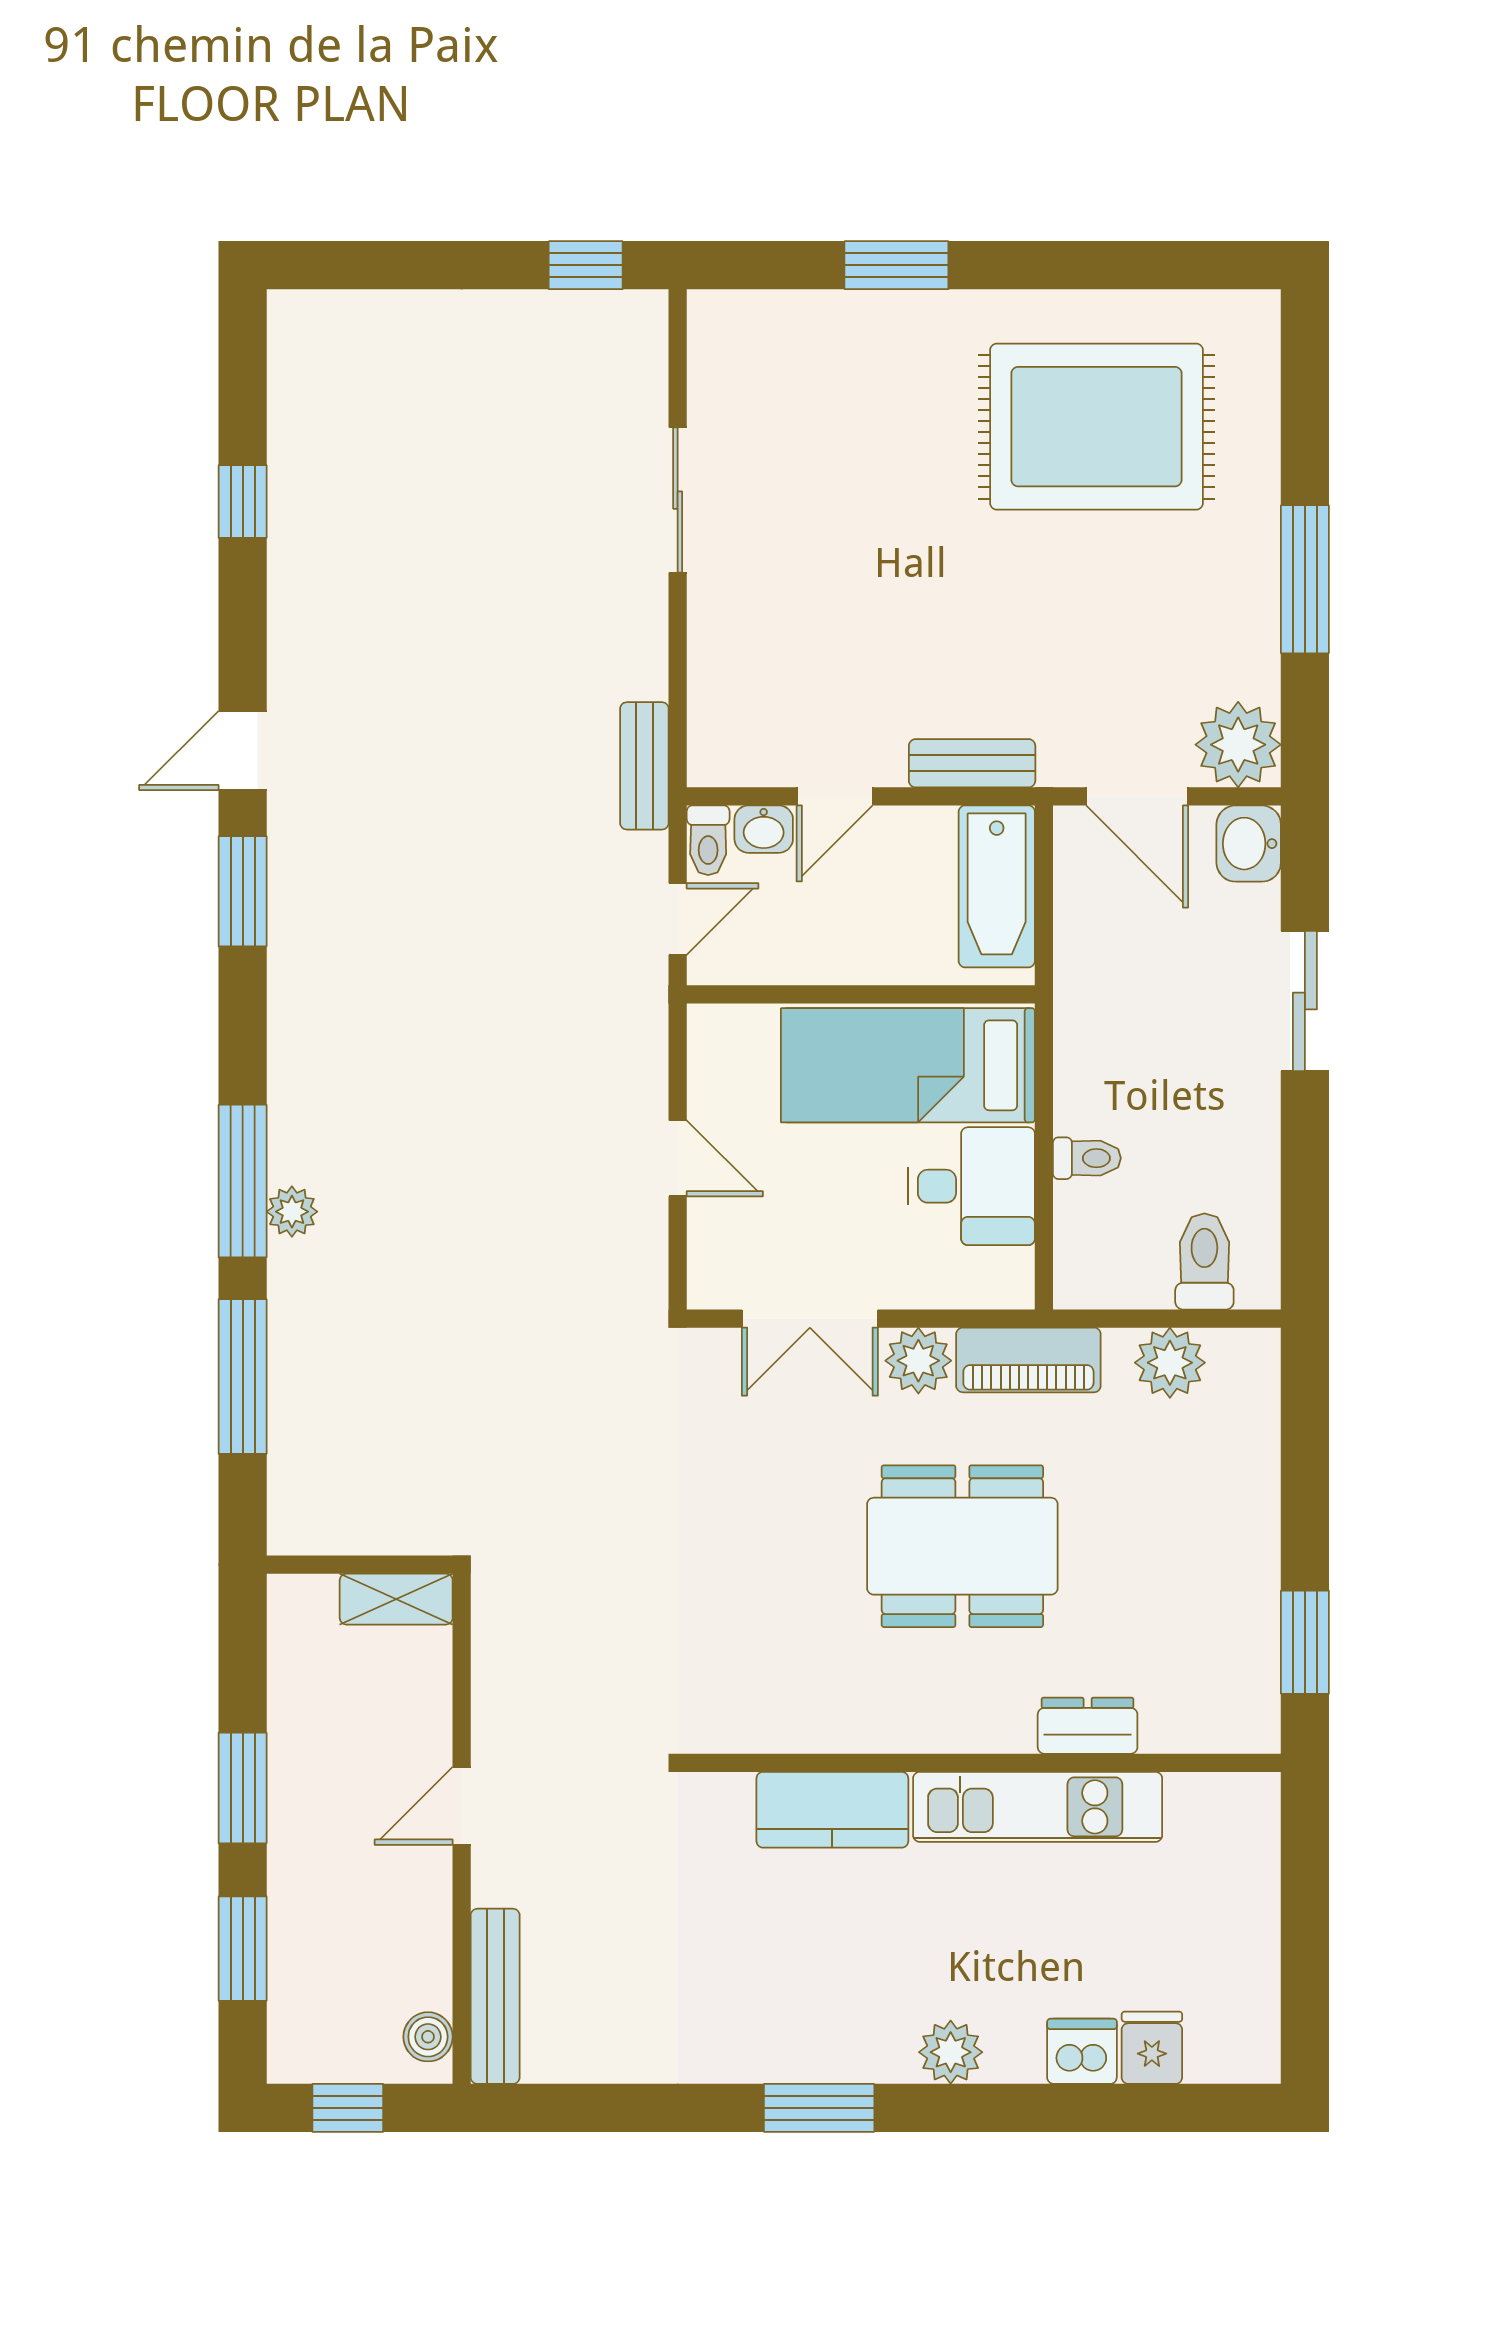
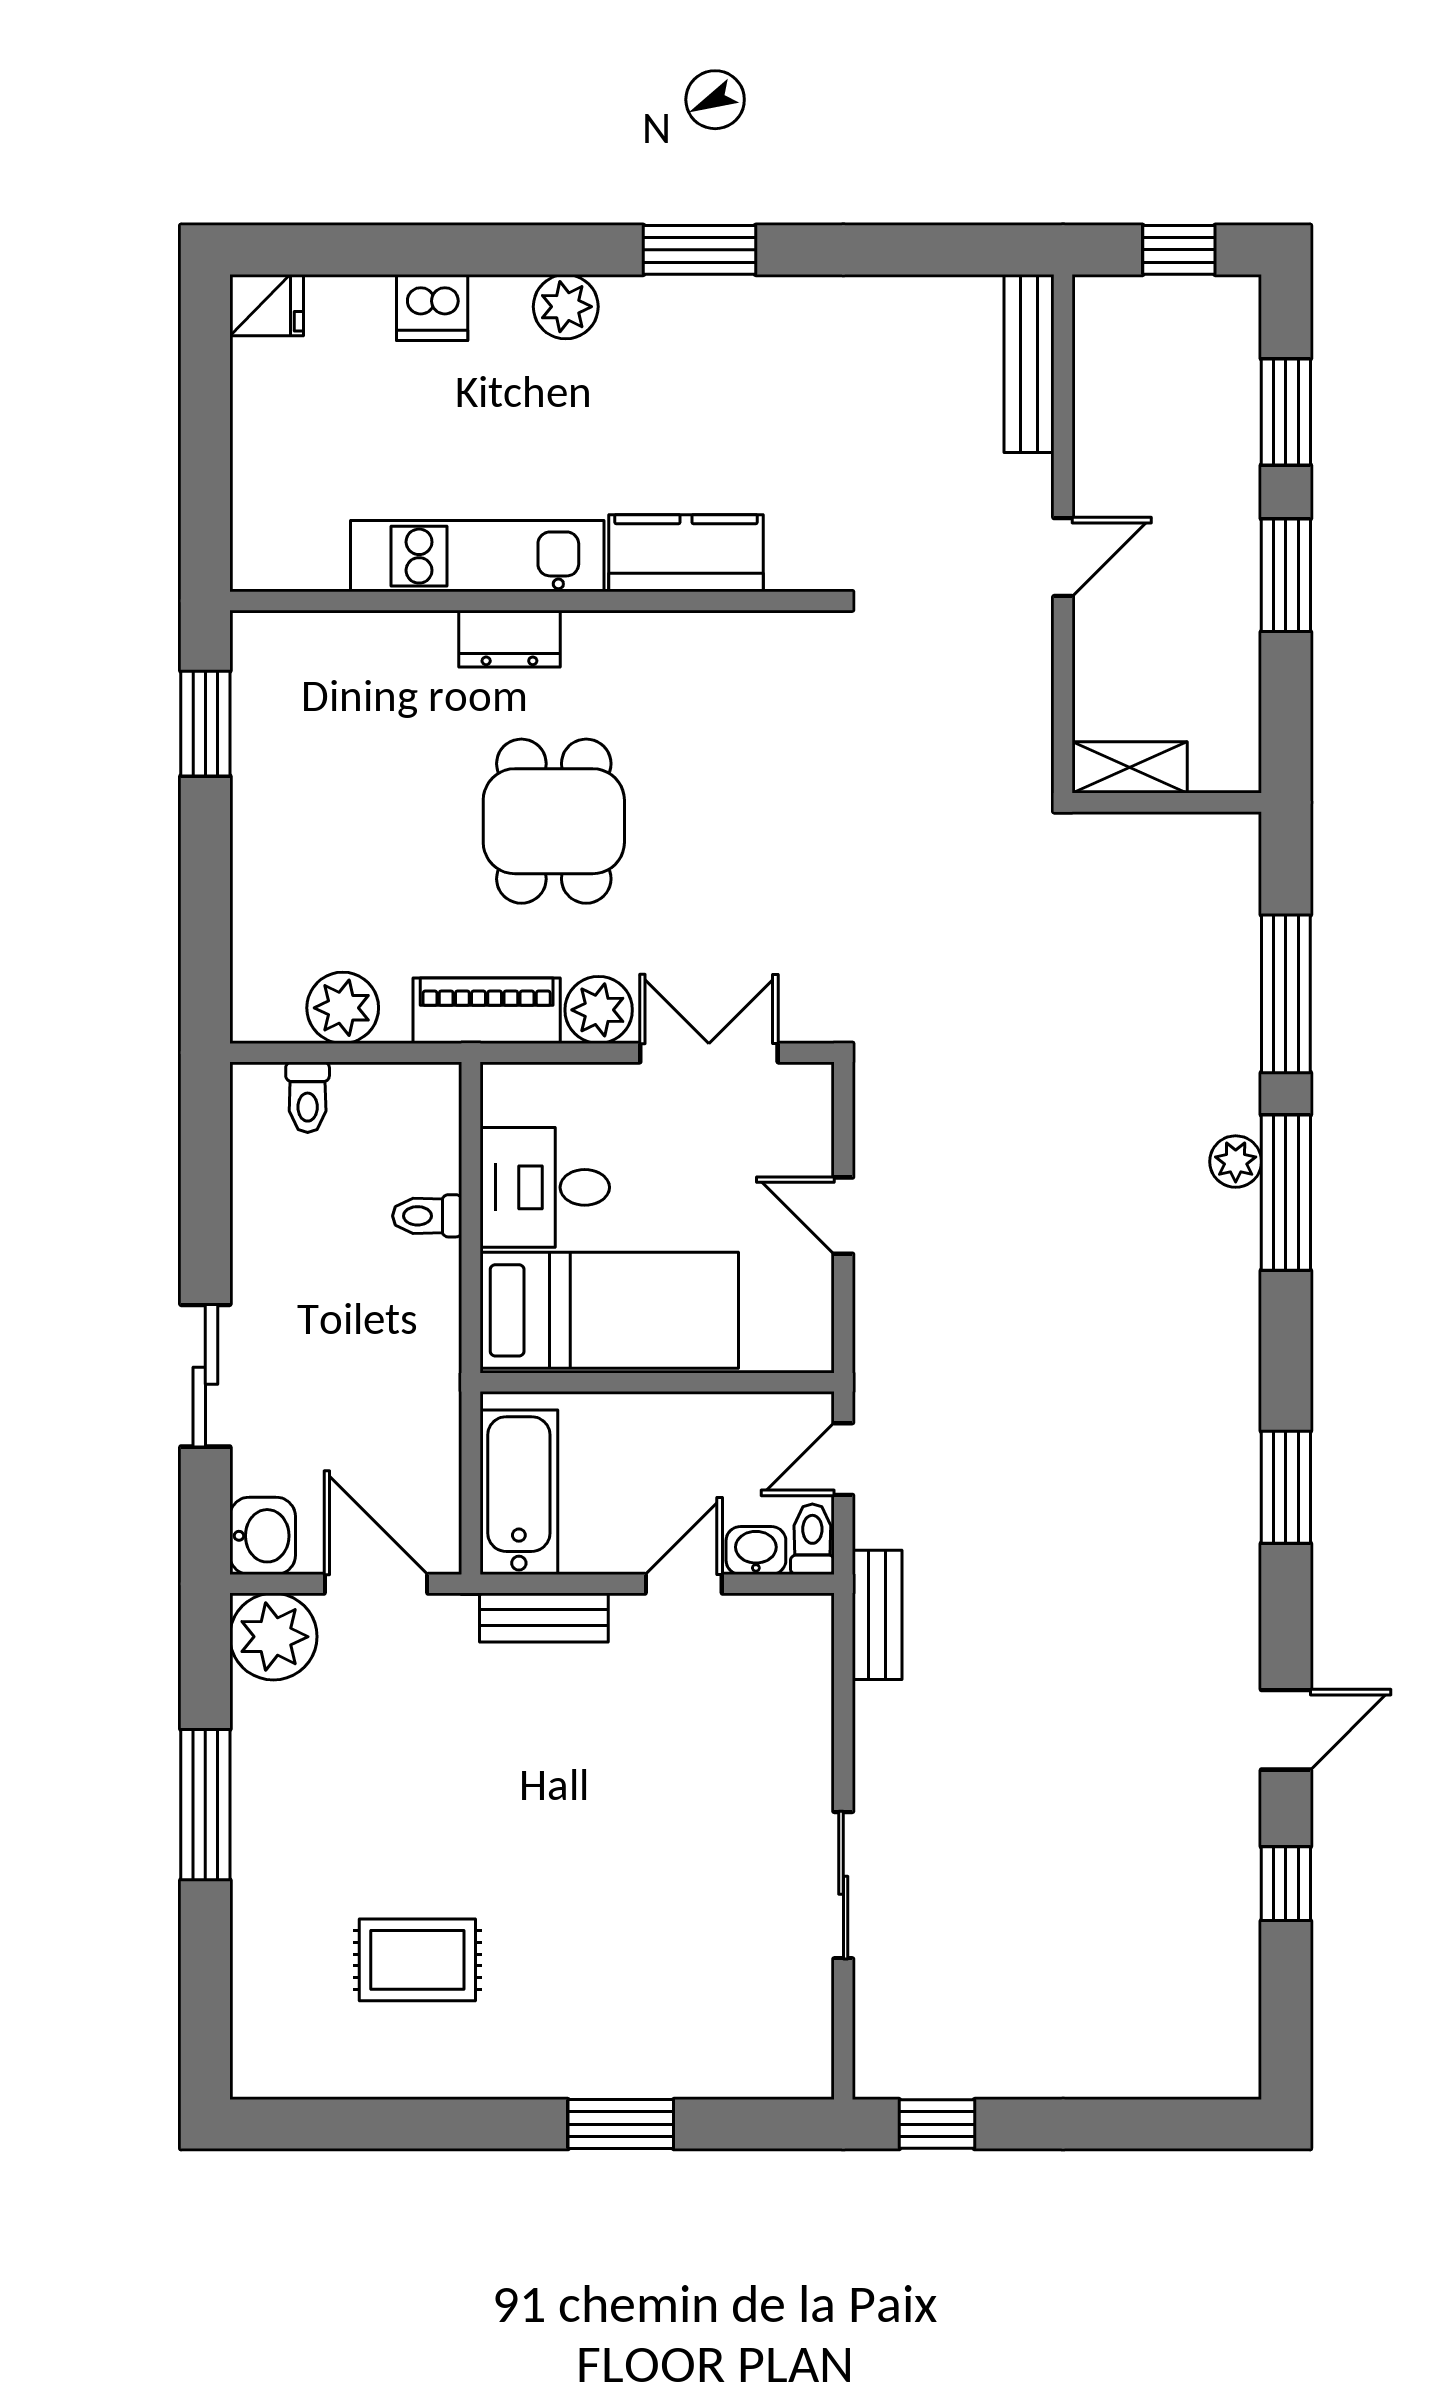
rug: (1096, 427) -> (417, 1960), width x0.54, depth x0.49
door: (243, 750) -> (1286, 1730), moved
toilet: (1204, 1261) -> (308, 1097), width x0.73, depth x0.72
dining table: (962, 1546) -> (554, 821), width x0.73
dresser: (1088, 1726) -> (509, 639), moved
boiler: (428, 2037) -> (1097, 322), removed
fridge: (1152, 2048) -> (267, 305), moved, turned -90

